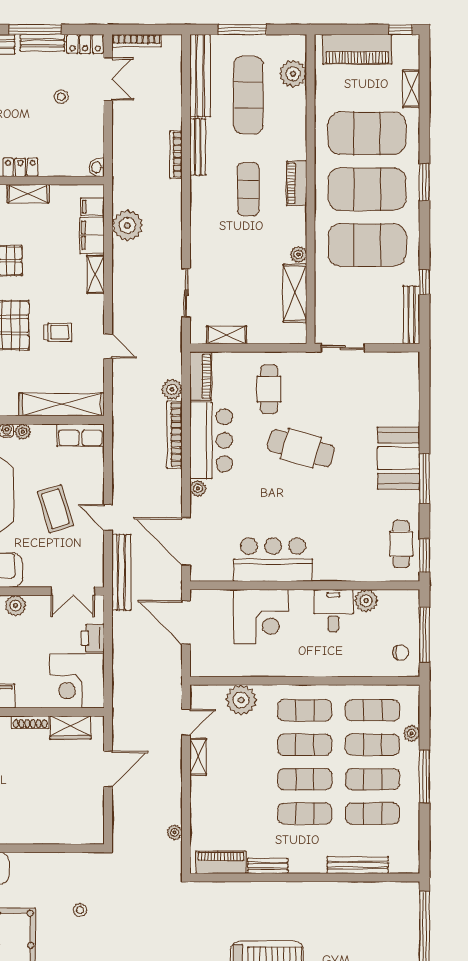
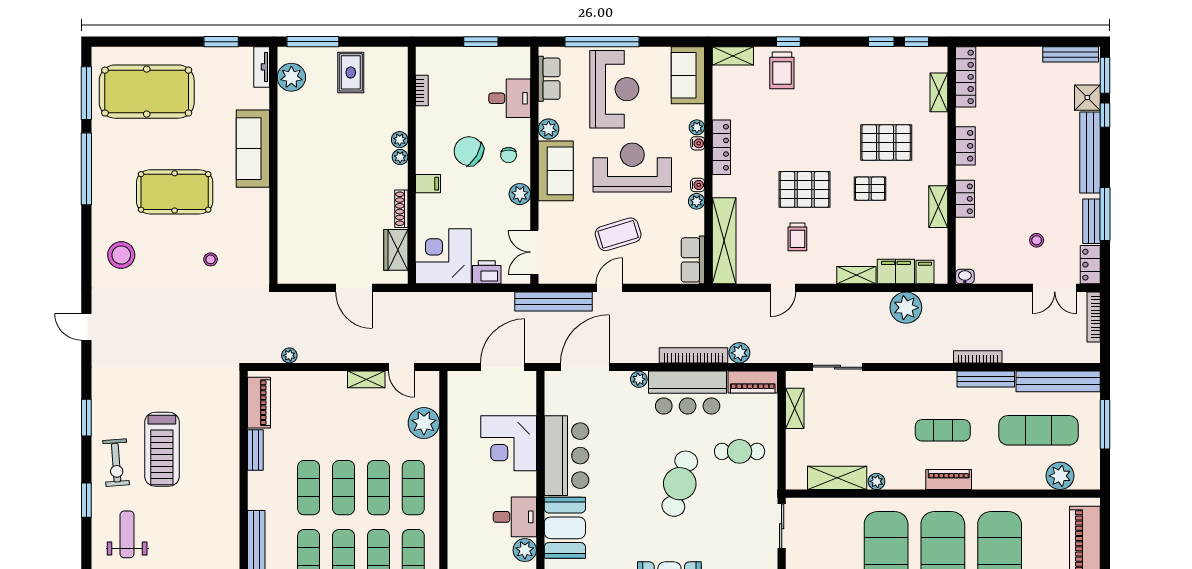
booth: (344, 561) -> (565, 528), added

